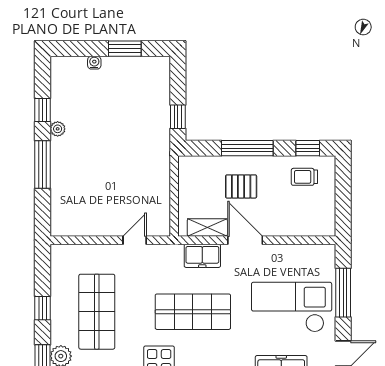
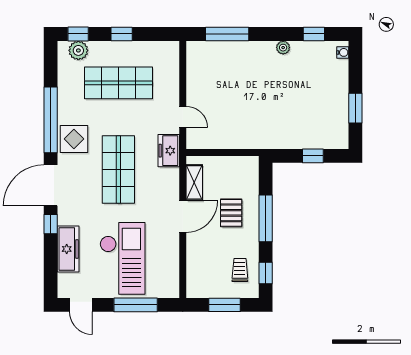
water cooler: (94, 63) -> (343, 52), moved
window: (43, 110) -> (314, 34), moved
window: (178, 117) -> (313, 156), moved
window: (43, 165) -> (227, 34), moved
window: (343, 194) -> (224, 305), added
freezer: (202, 256) -> (169, 151), moved

